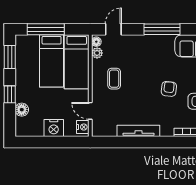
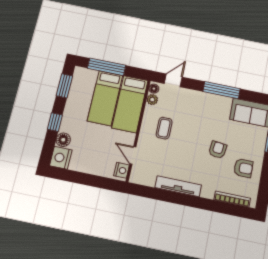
nightstand: (54, 128) -> (61, 158), moved, turned 90

